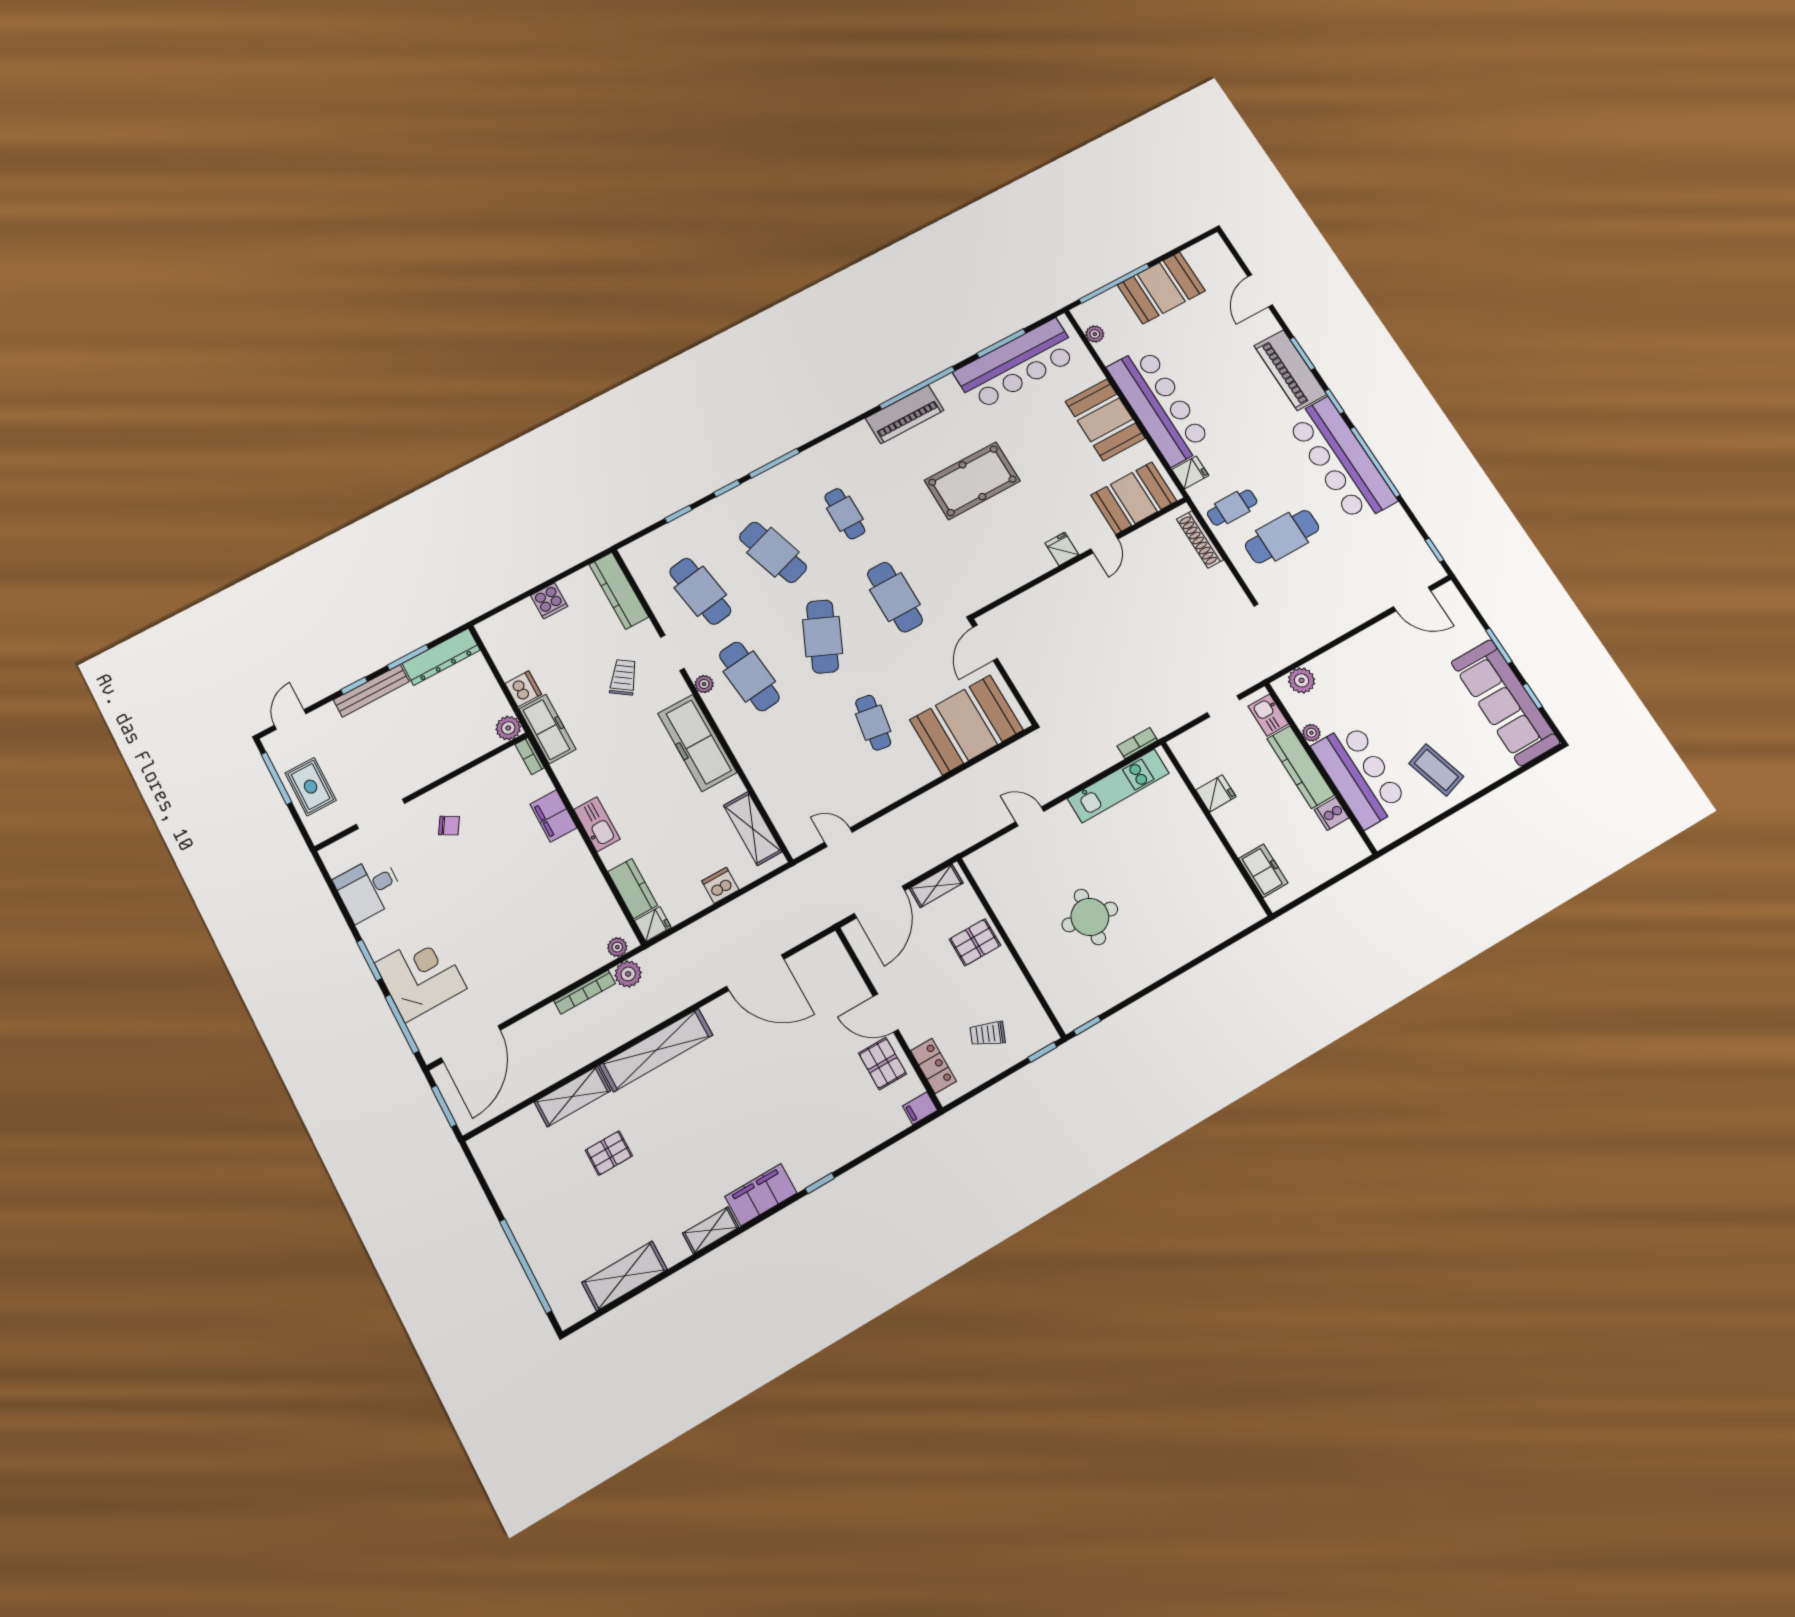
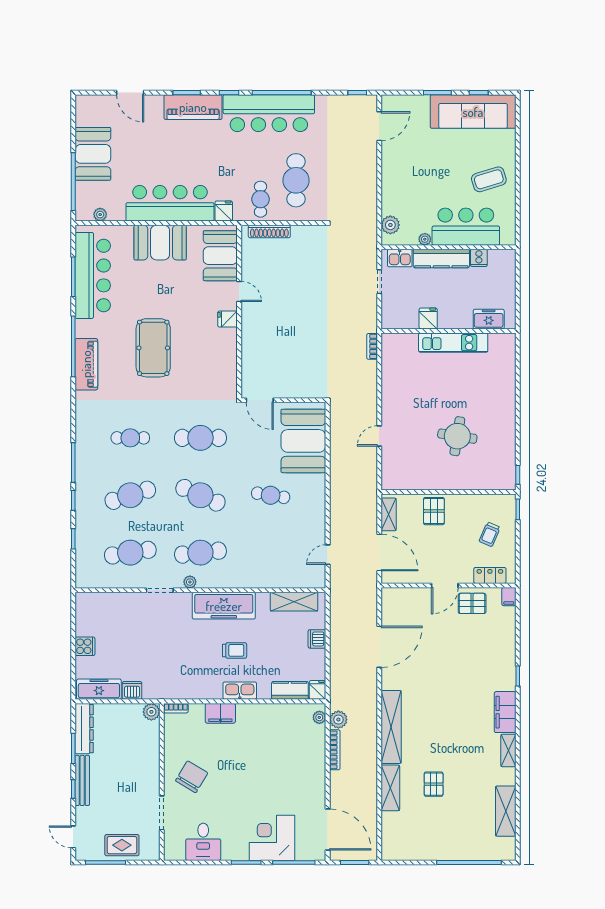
kitchen counter: (619, 591) -> (102, 601), removed
trolley: (623, 677) -> (235, 650), moved, turned 144
freezer: (547, 729) -> (99, 689), moved
kitchen unit: (1118, 786) -> (453, 343), moved, turned 90
chair: (449, 826) -> (192, 777), width x1.87, depth x1.87

